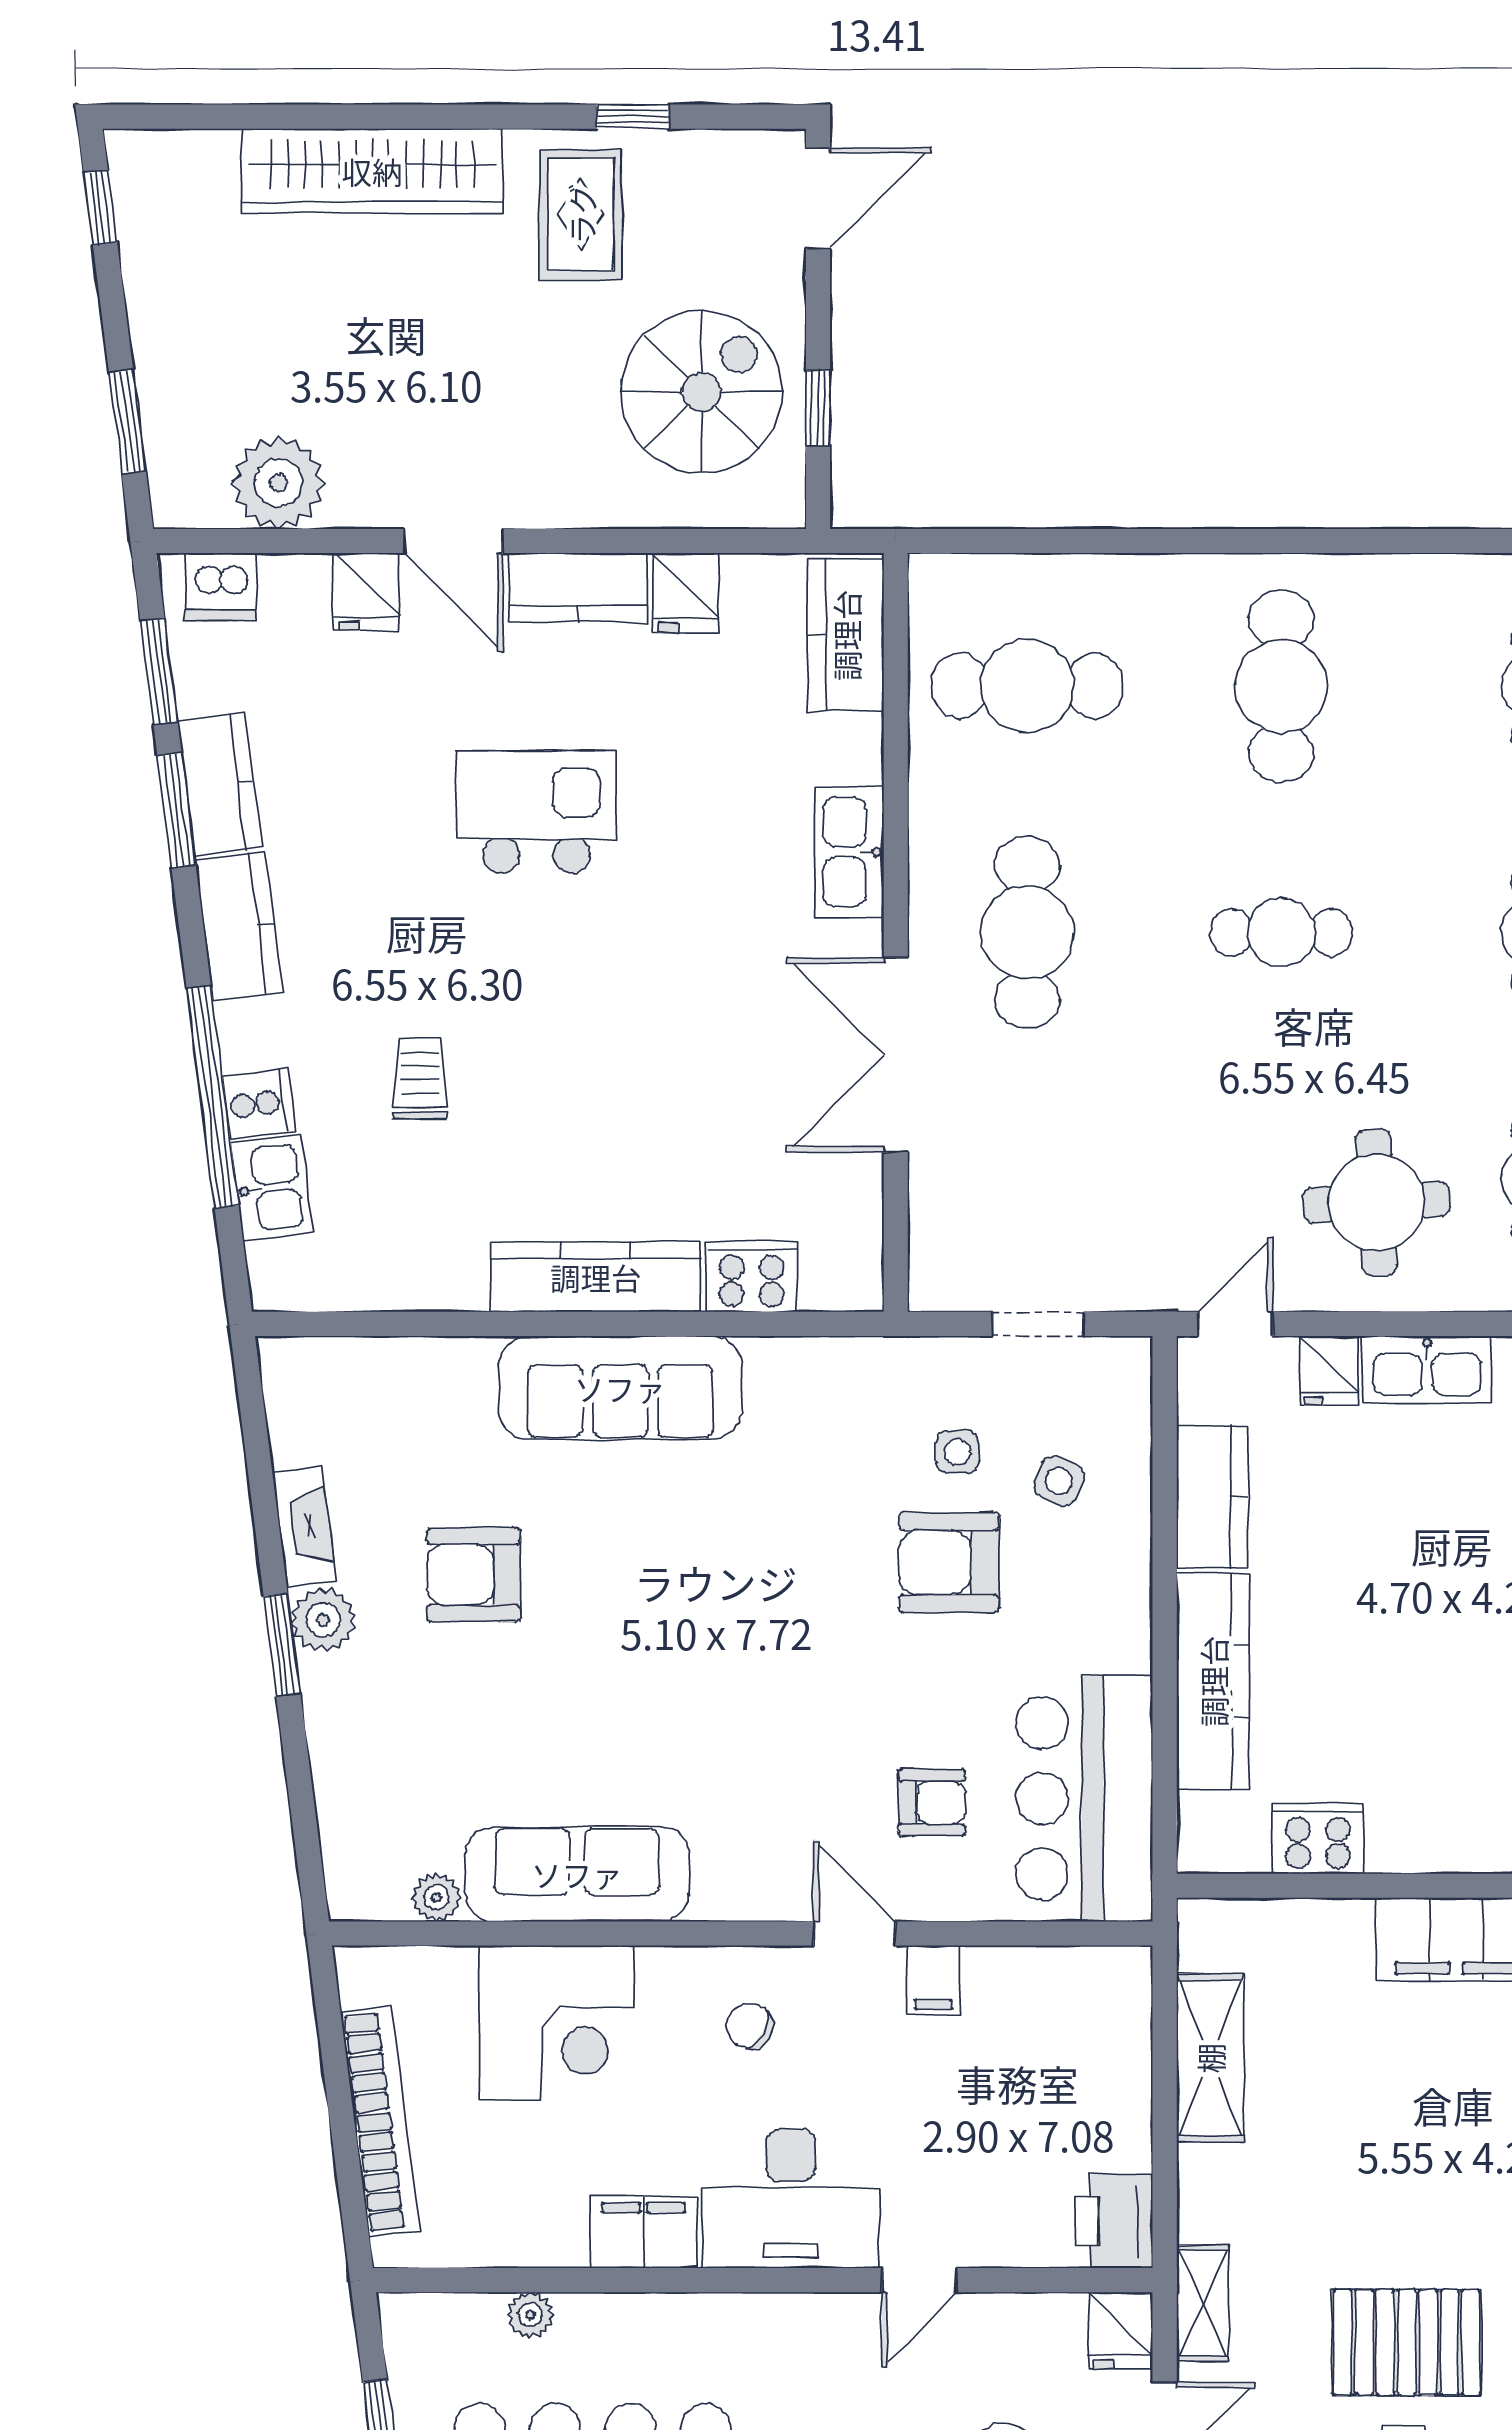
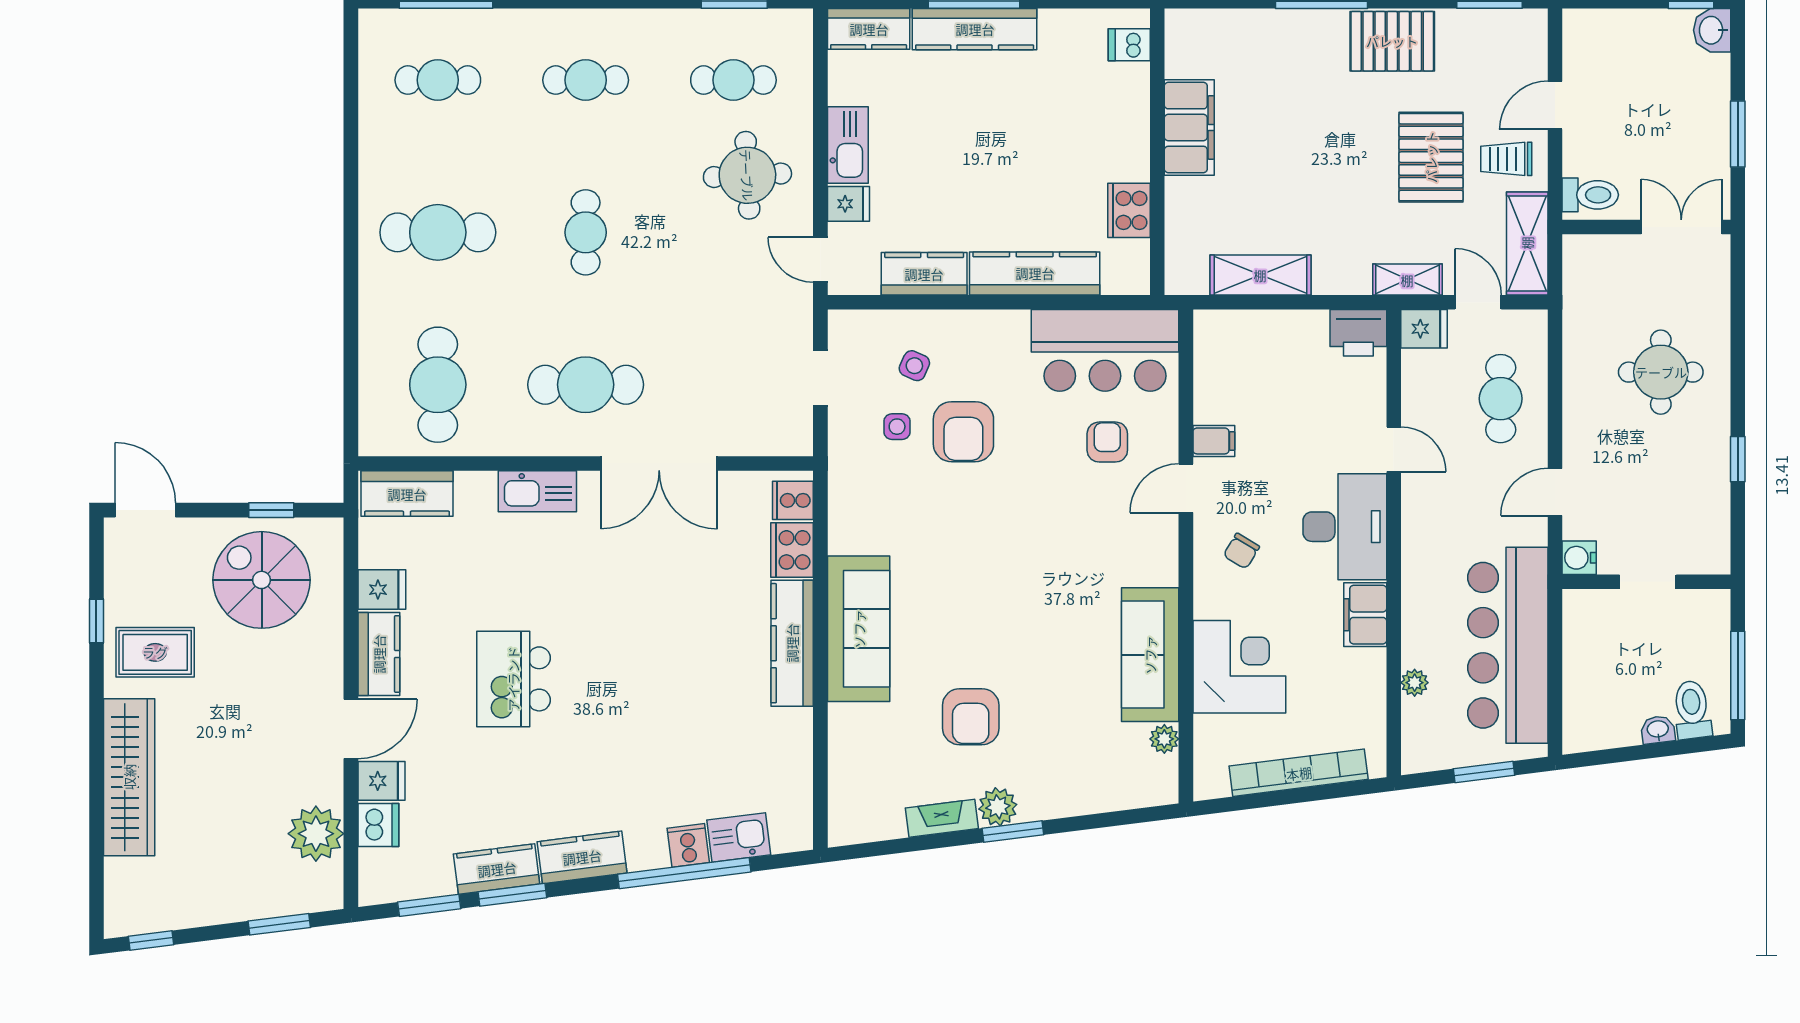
dishwasher: (221, 587) -> (378, 825), moved
trolley: (420, 1078) -> (673, 749), removed
cooker: (834, 1278) -> (793, 500), added

